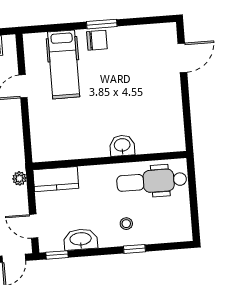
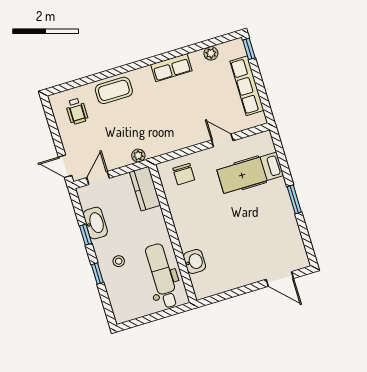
chair: (97, 40) -> (184, 174), moved
washbasin: (122, 145) -> (194, 261), moved
window: (57, 255) -> (86, 235), moved

